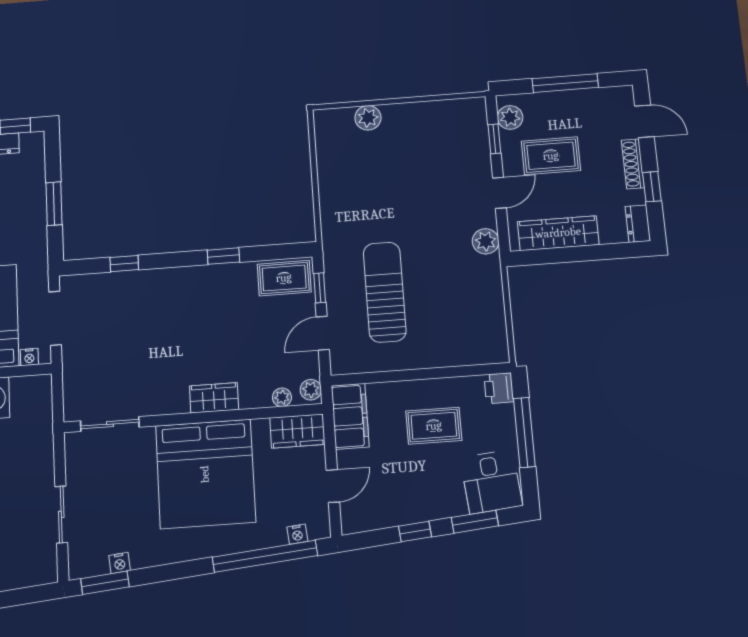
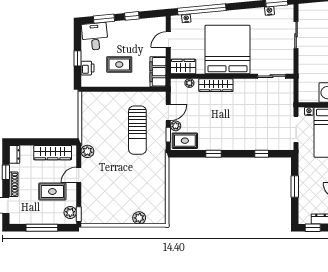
window: (494, 139) -> (79, 214), moved
printer: (499, 388) -> (87, 68), moved
plant: (311, 390) -> (176, 126), moved
wardrobe: (214, 398) -> (216, 85), width x1.50
window: (524, 432) -> (78, 58), width x0.46

